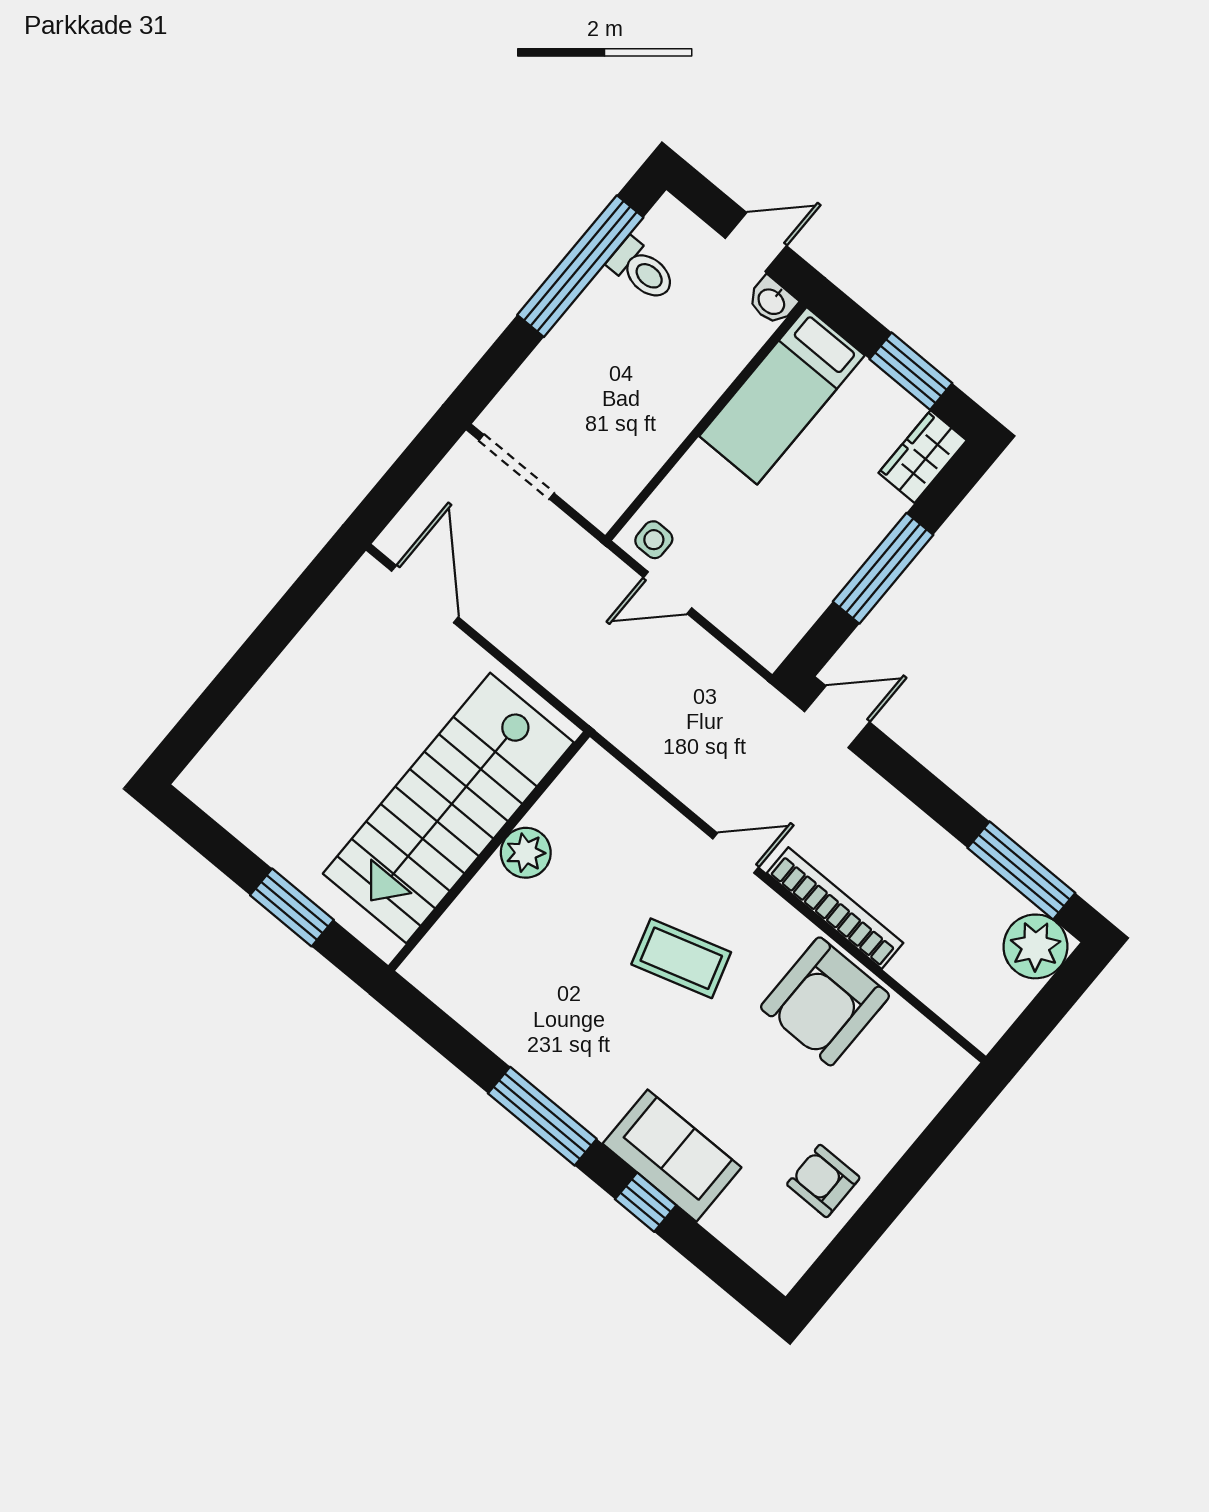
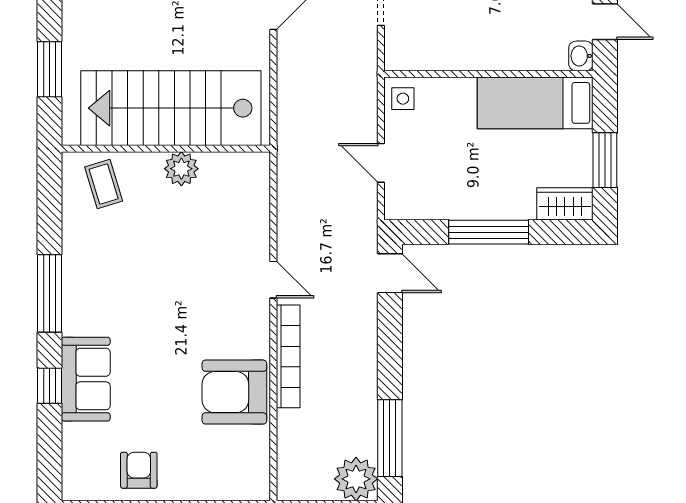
door: (668, 593) -> (381, 163), moved
coffee table: (681, 958) -> (104, 184), moved, width x0.73, depth x0.77

